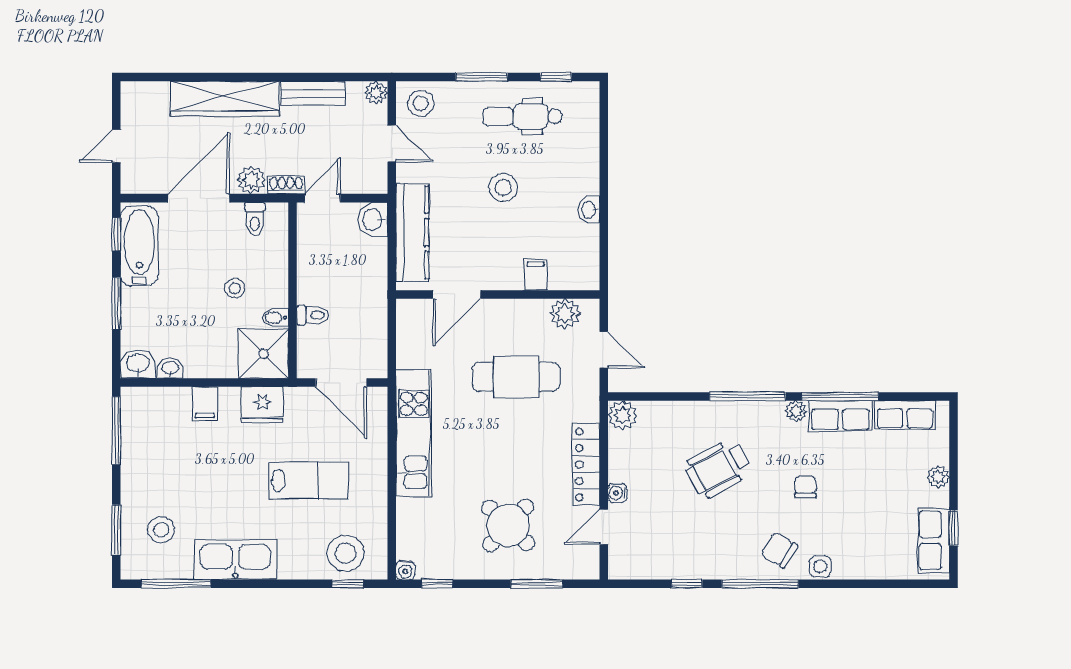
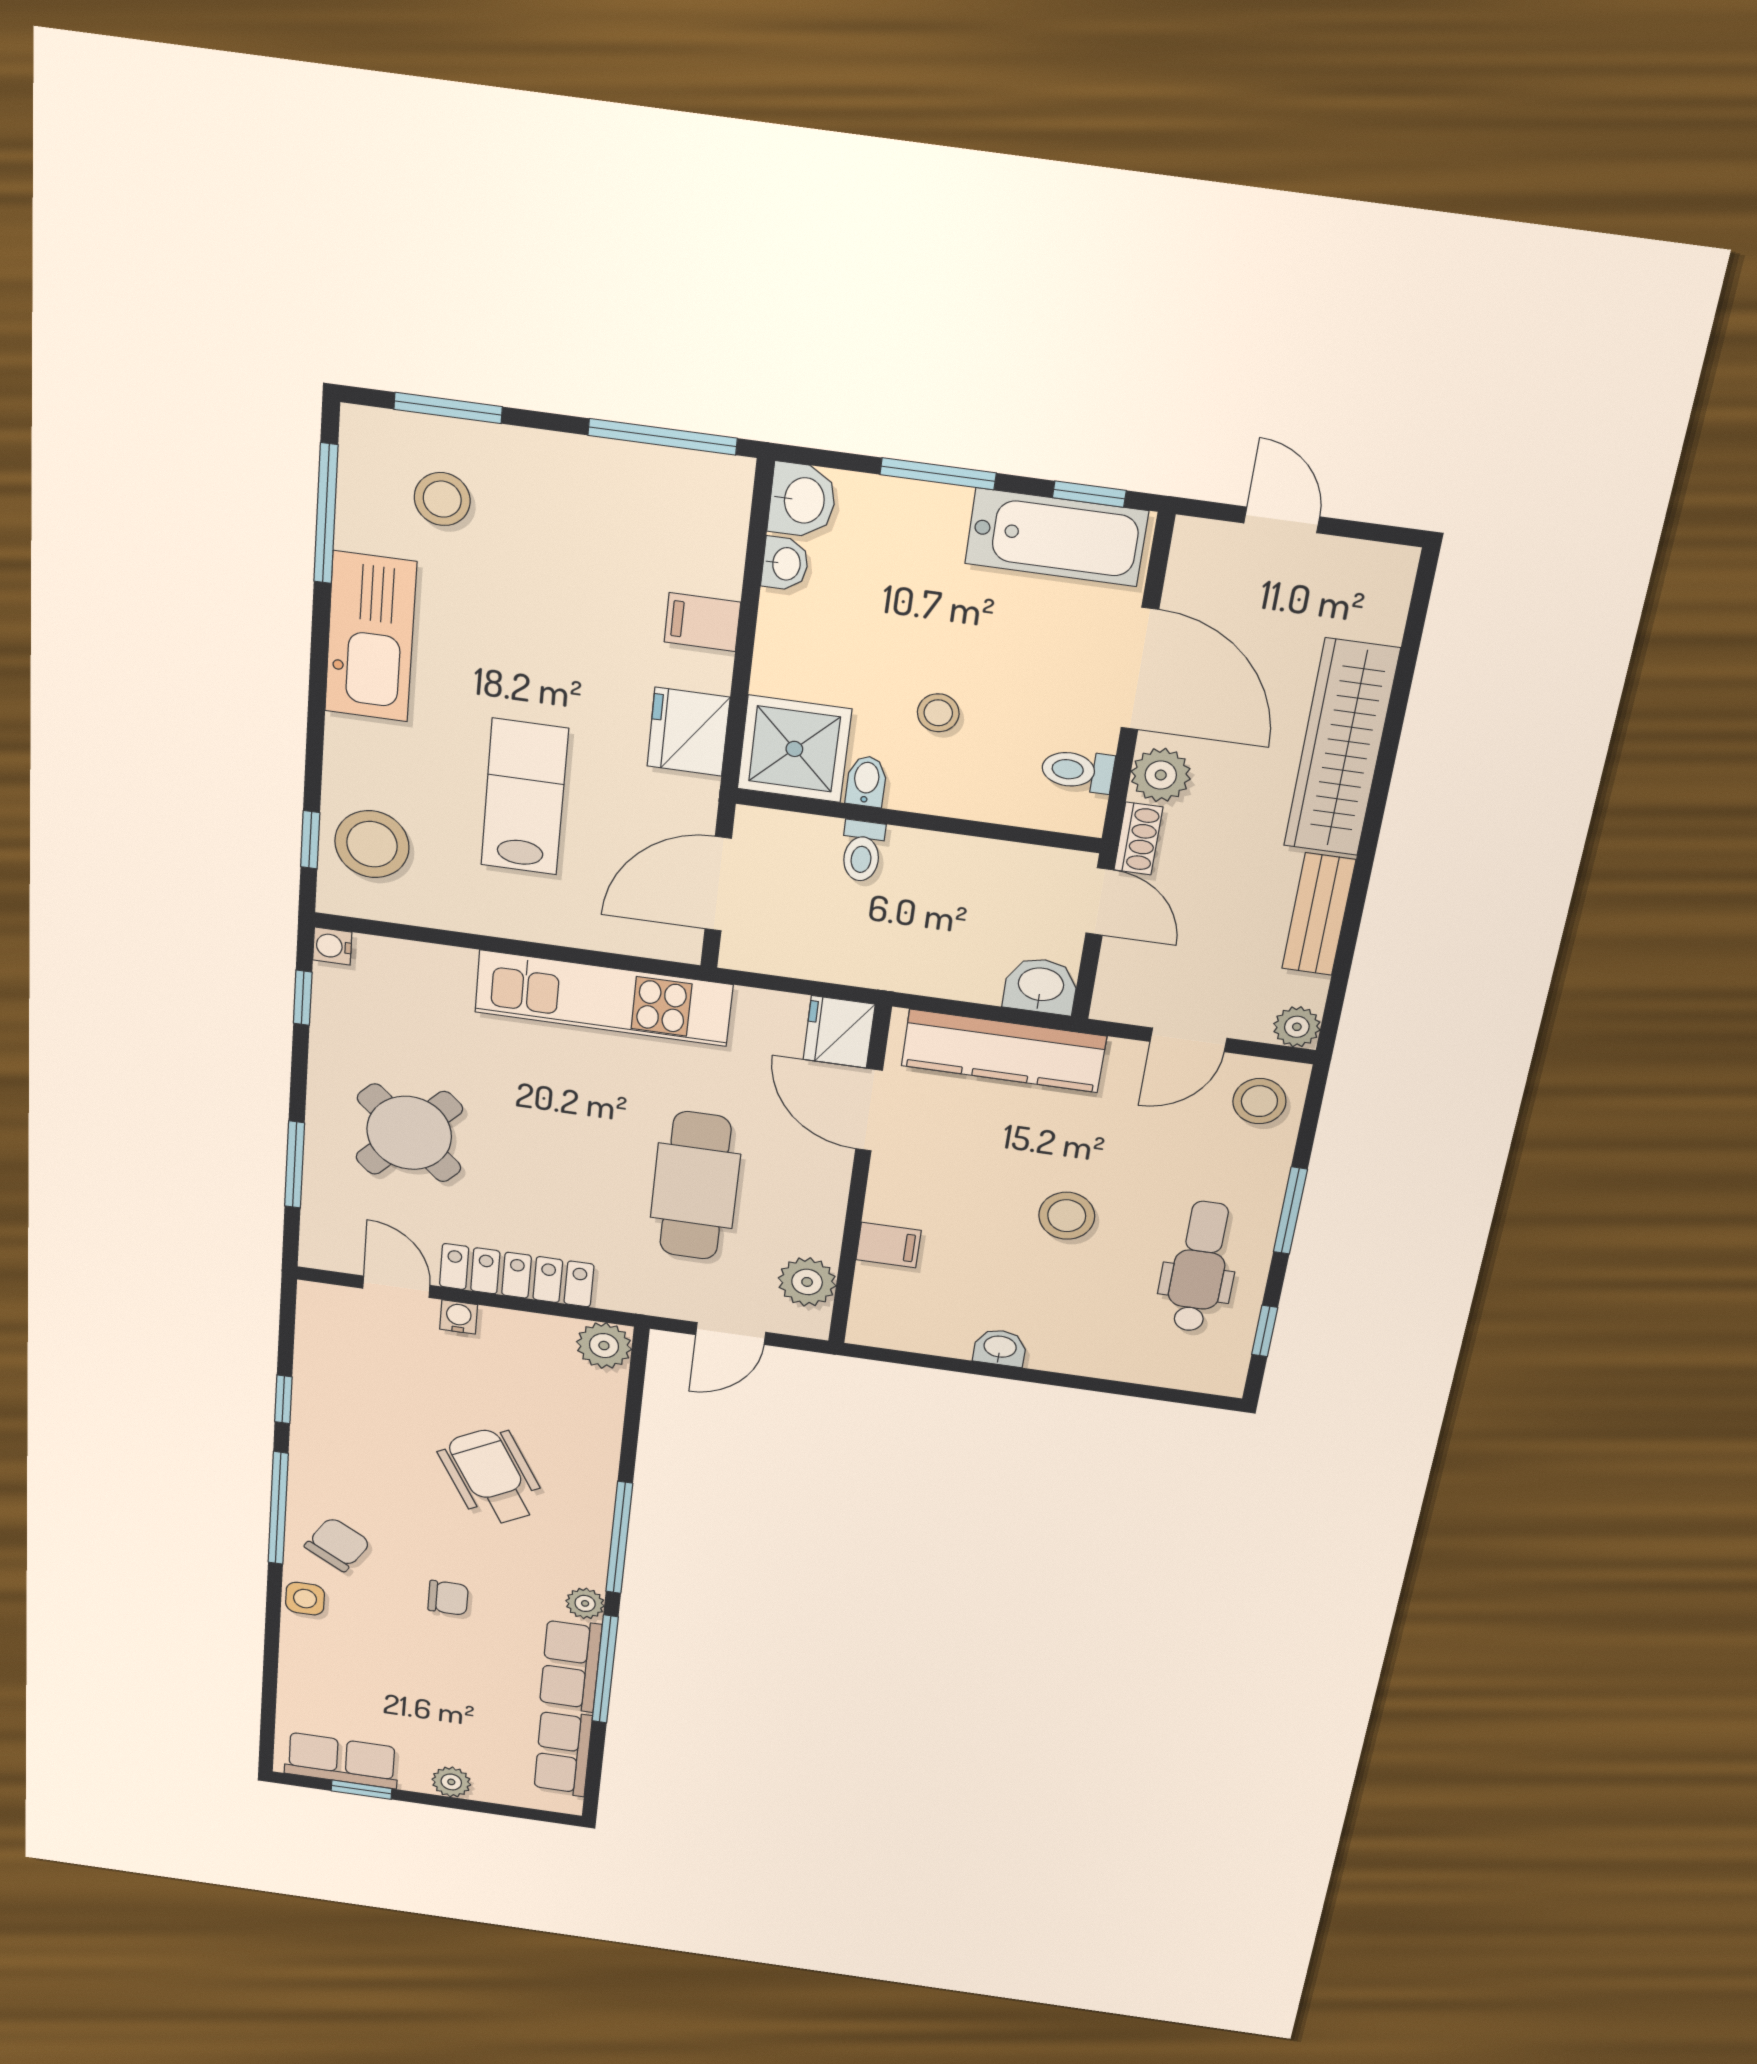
fridge: (414, 315) -> (839, 1032), added
lab bench: (309, 480) -> (524, 797), turned 180

